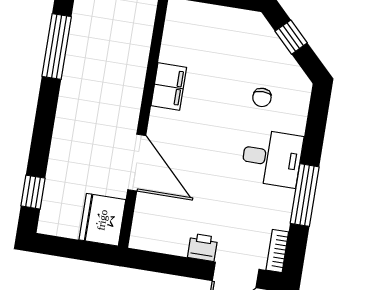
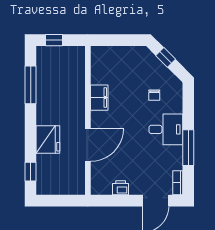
door: (137, 163) -> (88, 145), hinge flipped
fridge: (102, 220) -> (48, 140), moved, turned 180
printer: (203, 247) -> (121, 188), moved

